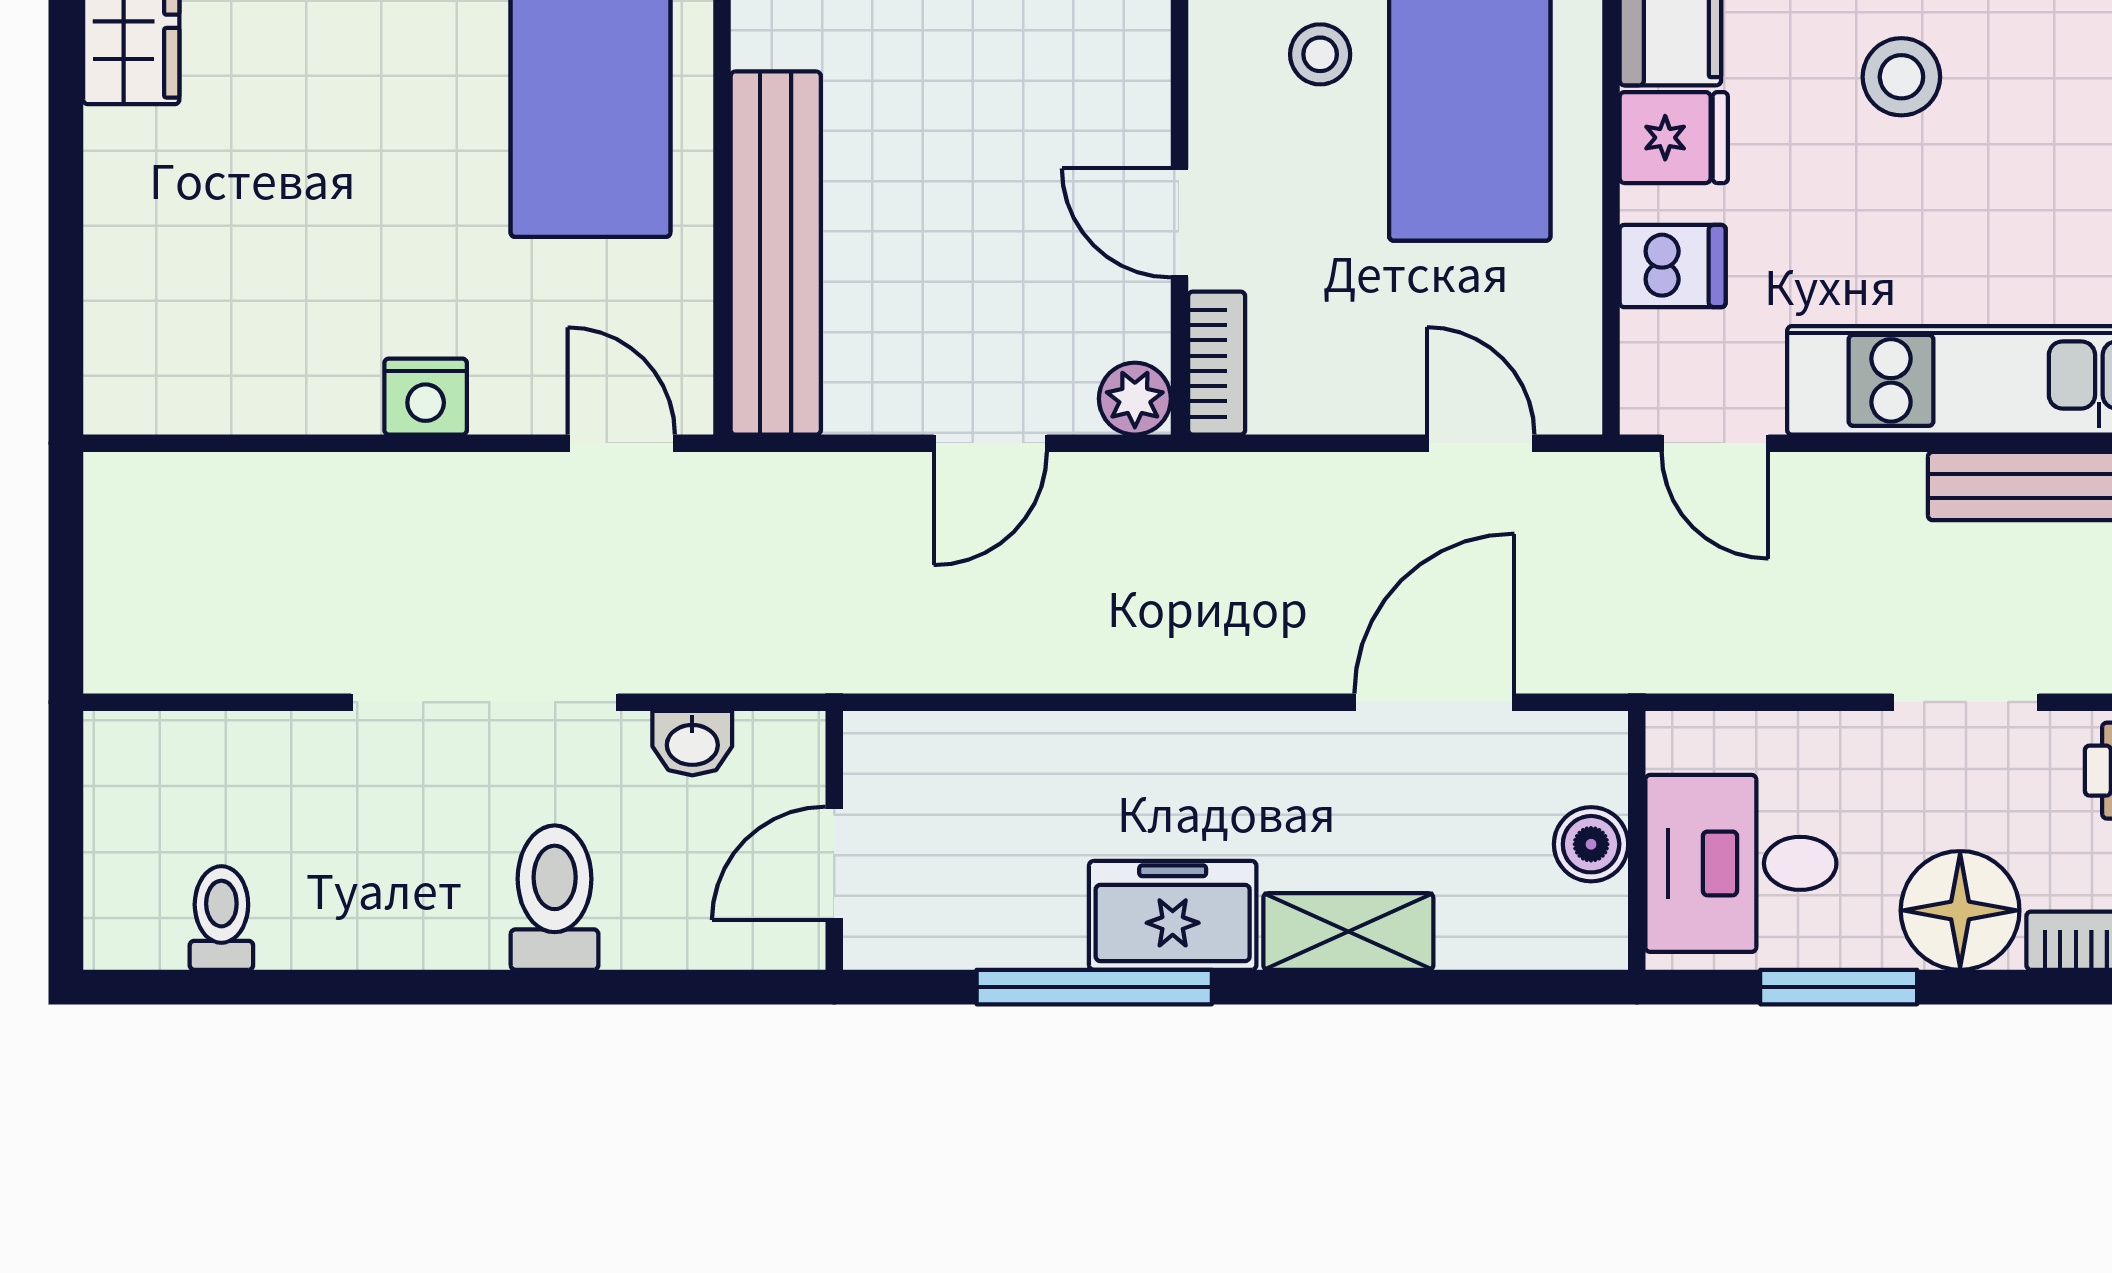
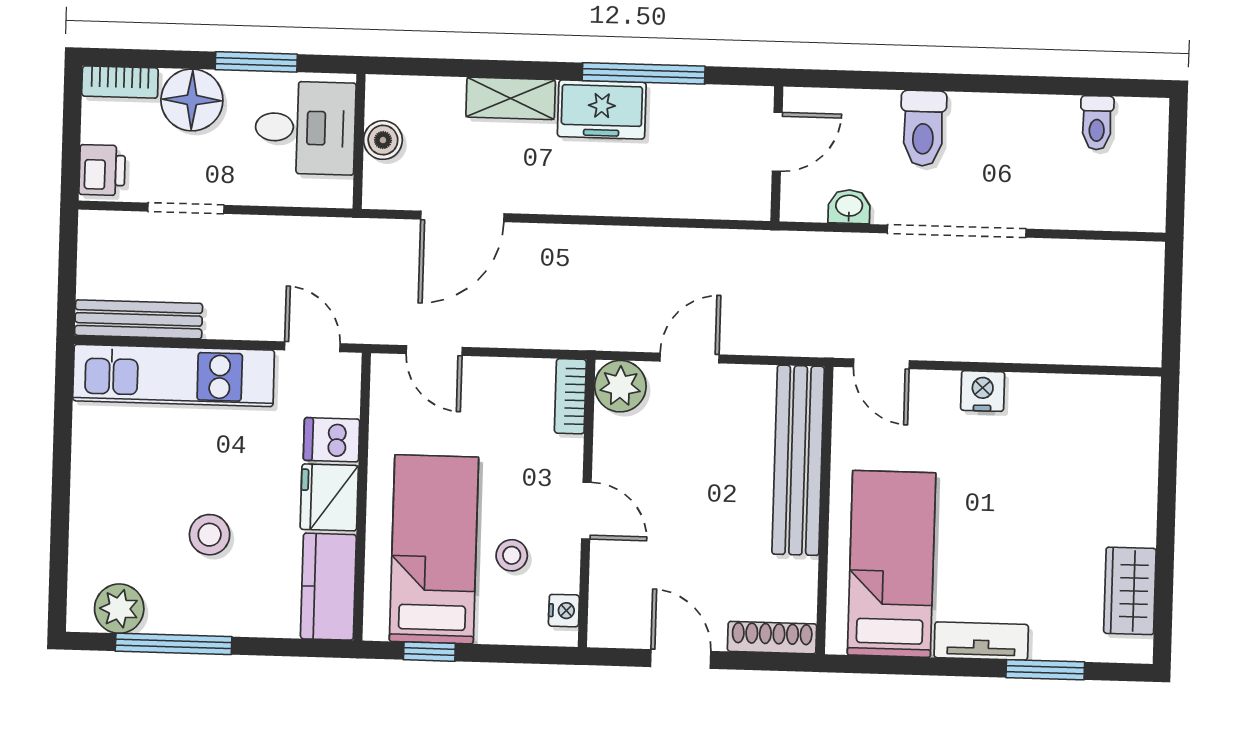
fridge: (1674, 138) -> (329, 497), width x1.38
door: (1179, 223) -> (586, 511), moved
plant: (1135, 399) -> (620, 386), width x1.38, depth x1.38

